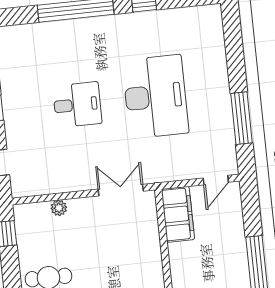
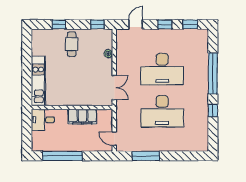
desk: (77, 105) -> (162, 69), width x1.87, depth x1.30
filing cabinet: (178, 214) -> (82, 117), moved

